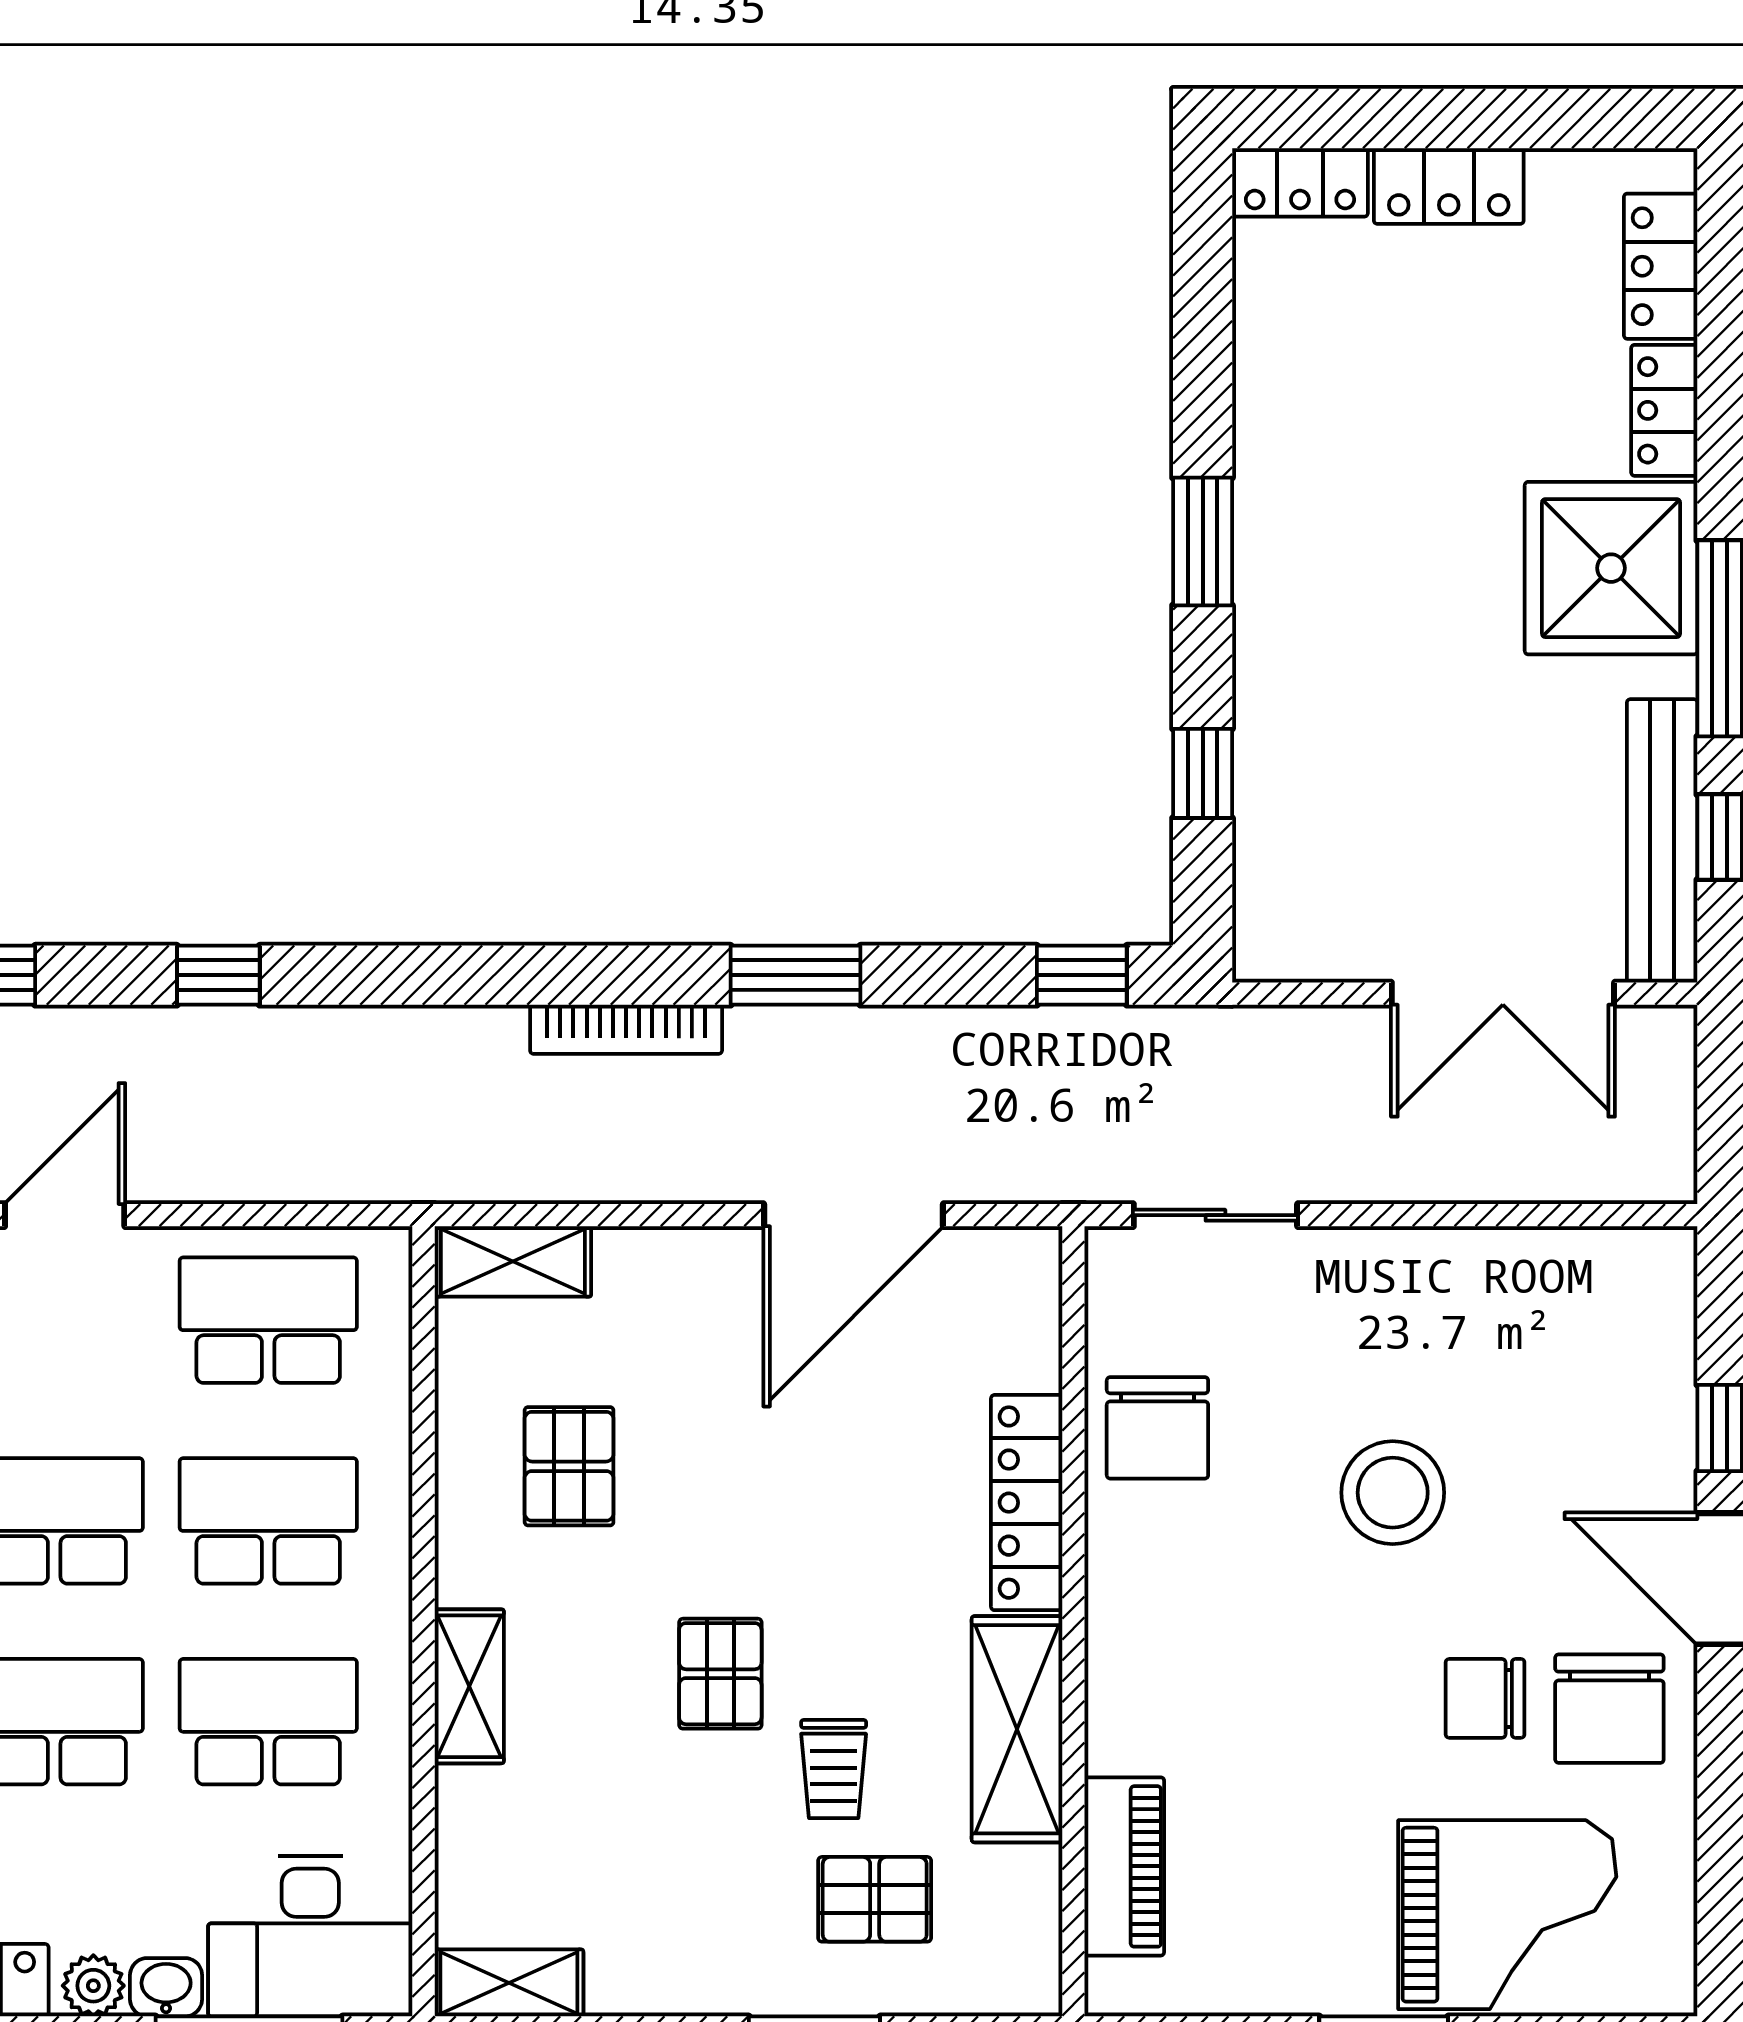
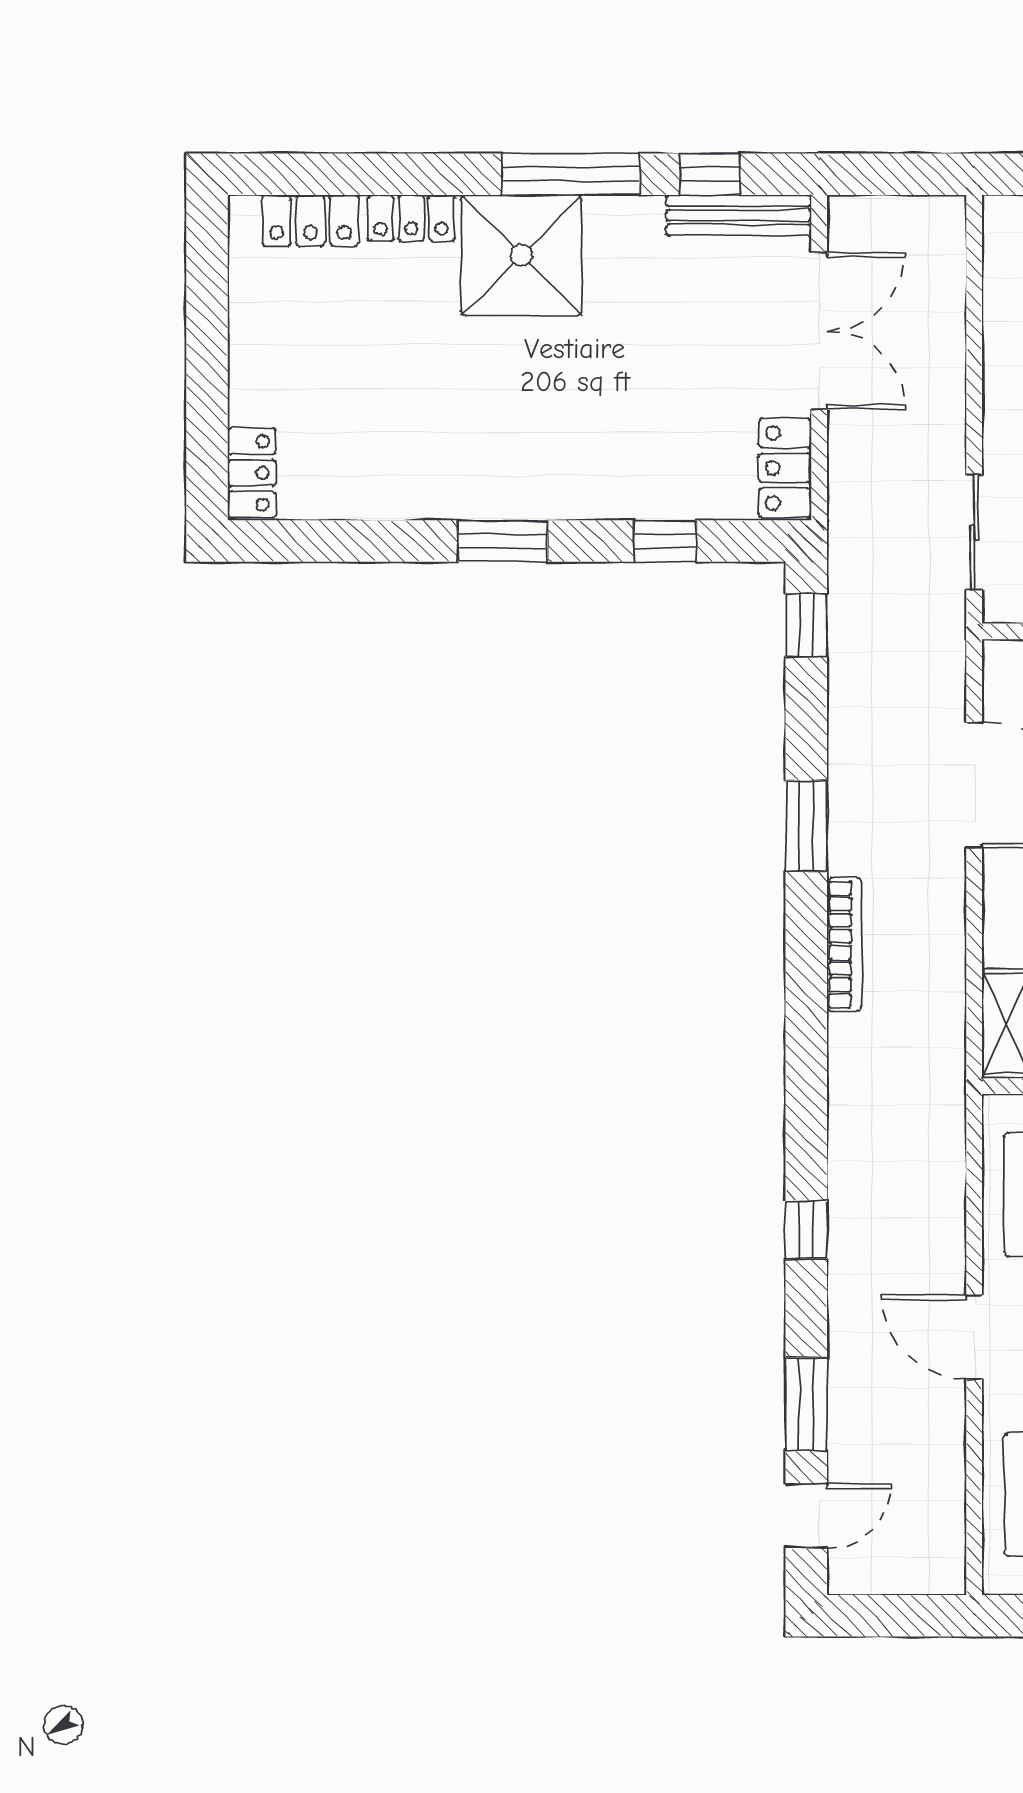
locker: (1449, 186) -> (785, 468), moved, turned 180
bench: (1662, 841) -> (739, 215), width x0.73, depth x0.82

